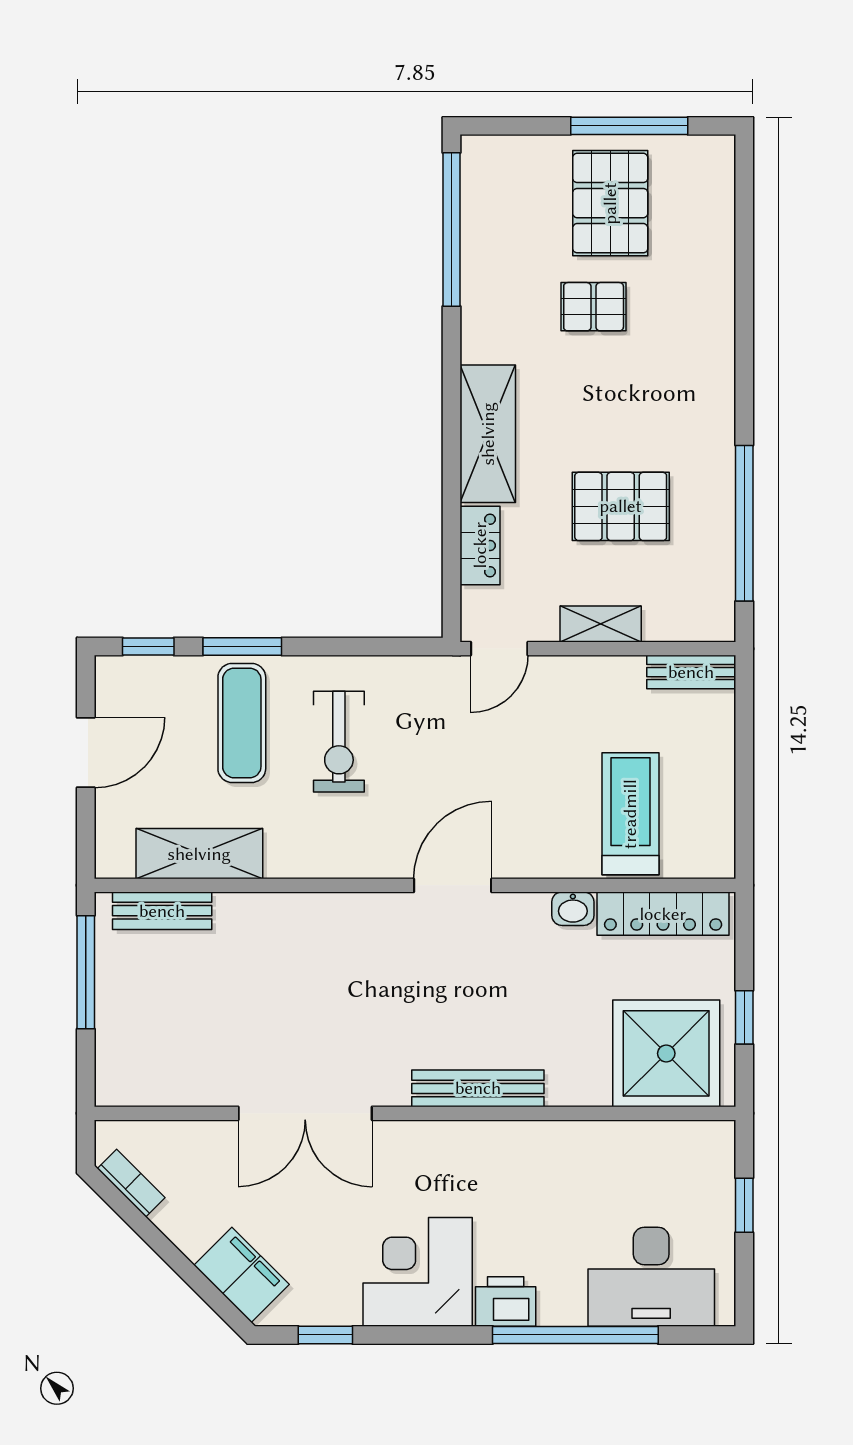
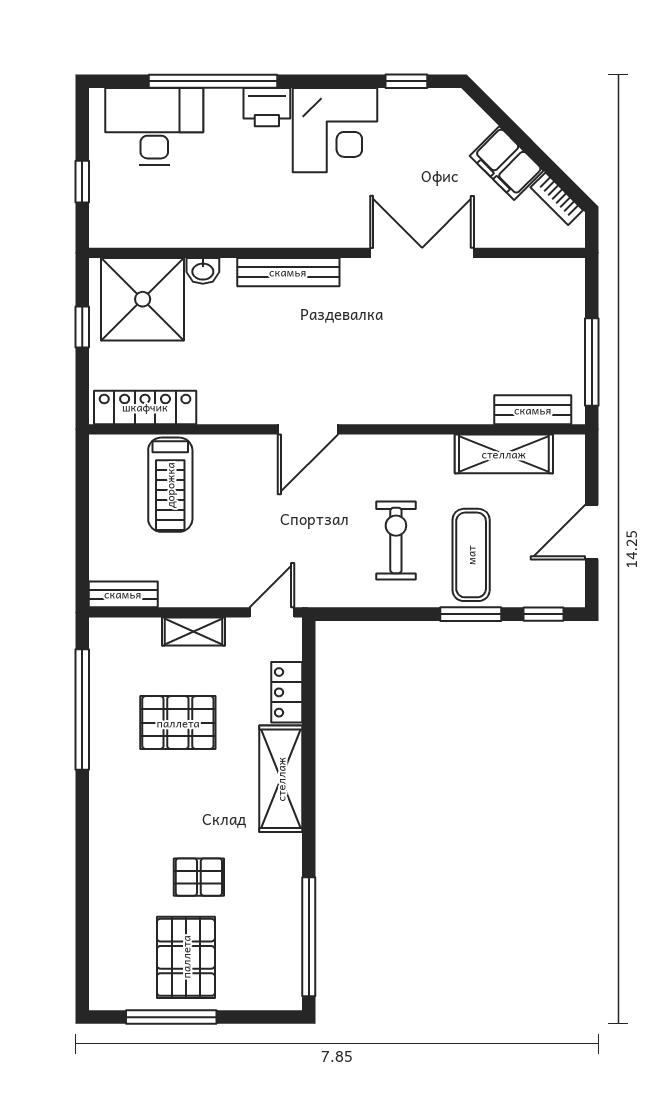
washbasin: (573, 909) -> (203, 271), moved, turned 180
filing cabinet: (242, 1275) -> (507, 163), moved

